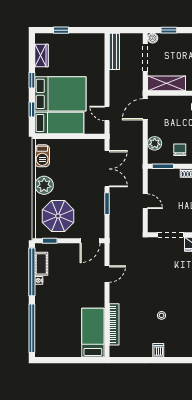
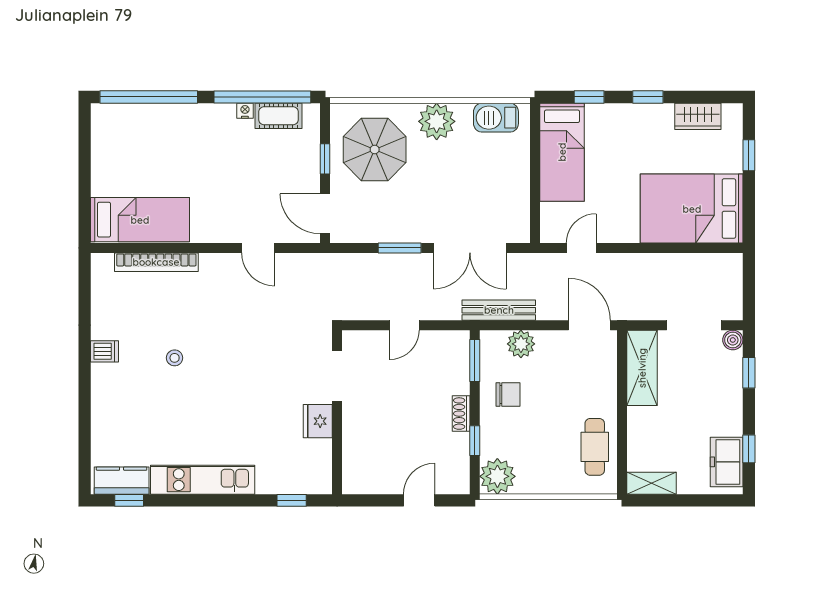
bench: (114, 51) -> (499, 310), moved
bed: (60, 94) -> (692, 209), moved, turned 90
window: (50, 241) -> (325, 159), moved

